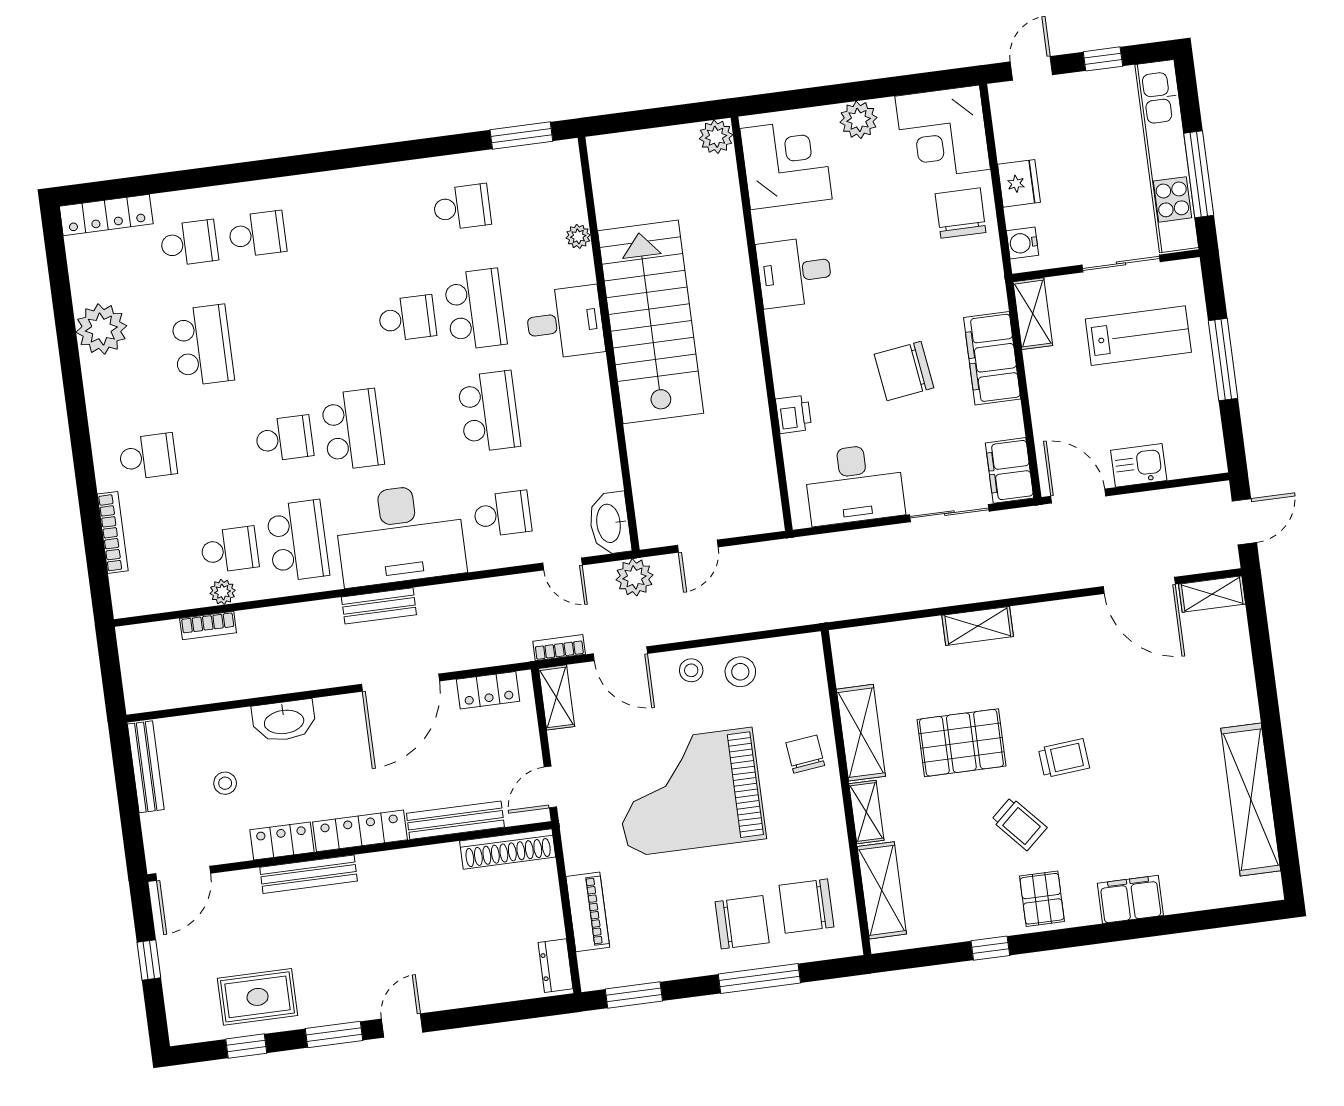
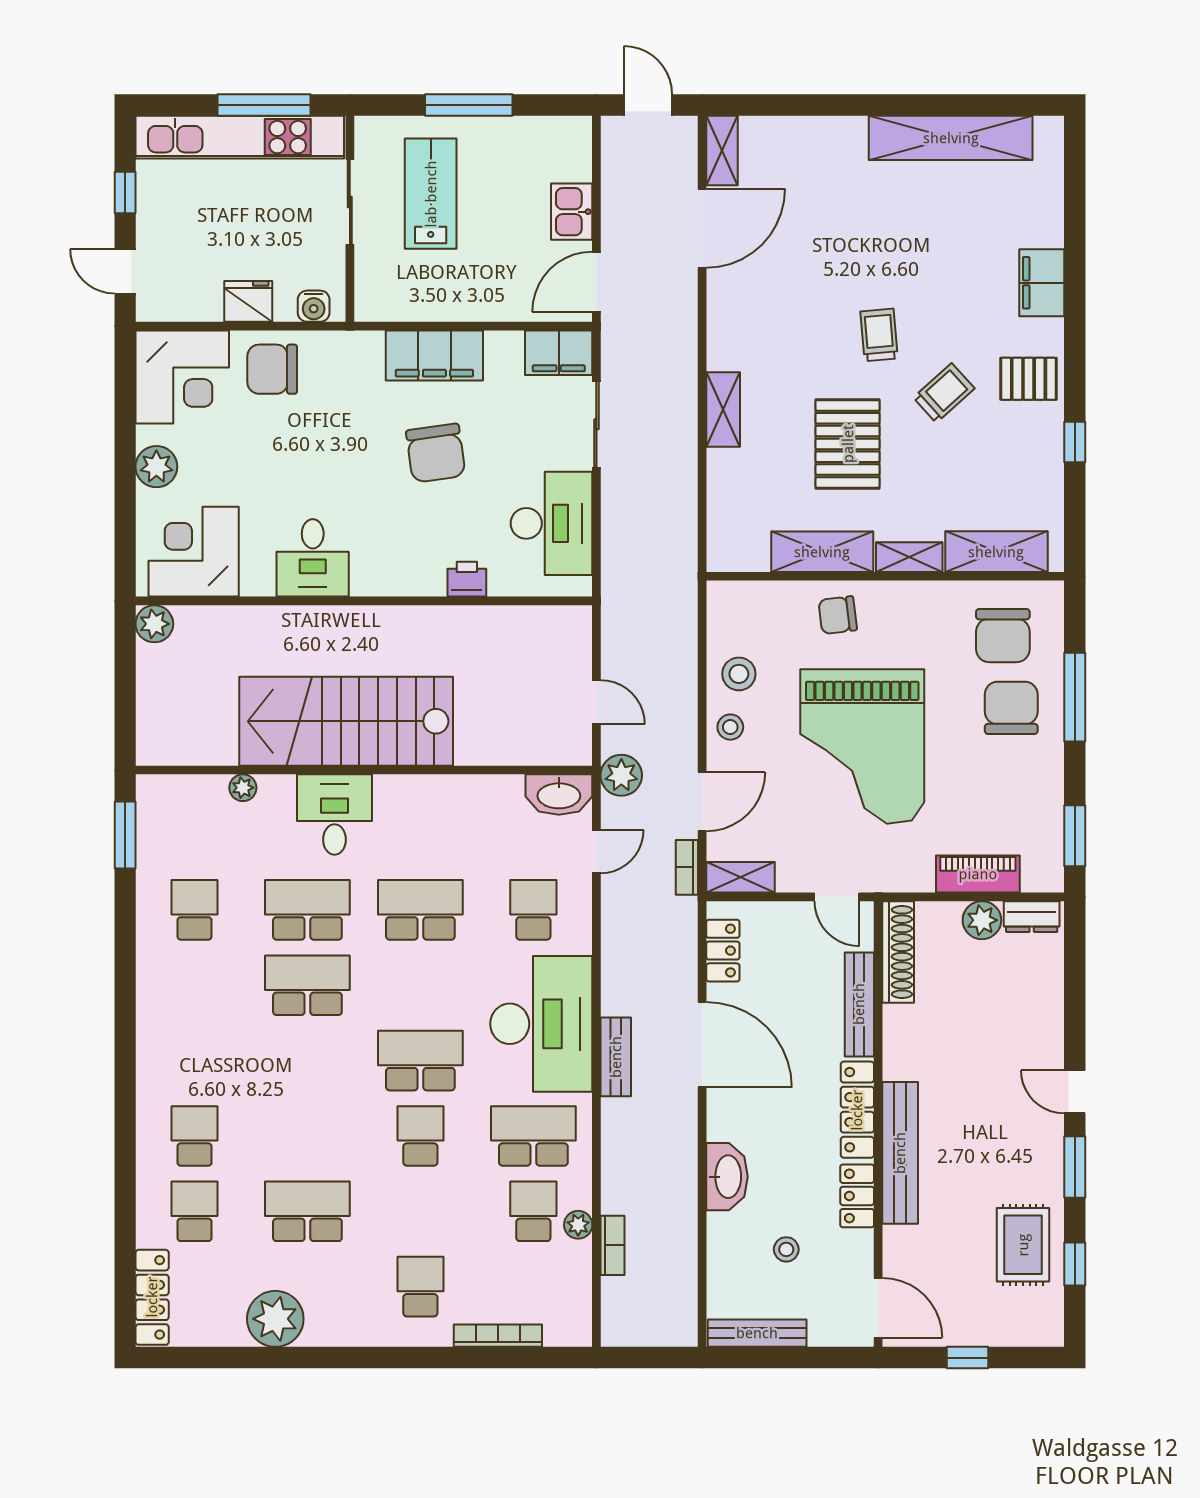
shelving: (1033, 314) -> (392, 305), removed
school desk: (407, 318) -> (307, 985), width x1.85
bench: (309, 874) -> (900, 1153), width x1.37, depth x1.21
plant: (546, 921) -> (982, 920), added

